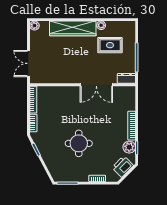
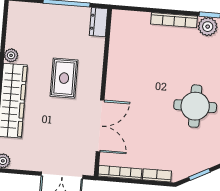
rug: (110, 45) -> (64, 78), moved
double door: (96, 85) -> (100, 126), moved

